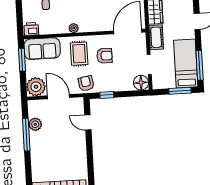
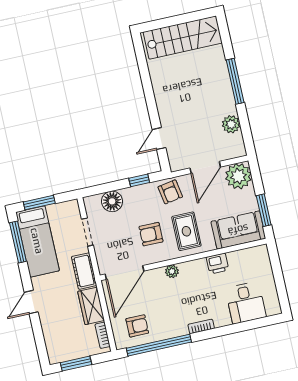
plant: (74, 28) -> (172, 271), moved
printer: (31, 29) -> (217, 264), moved
floor lamp: (141, 83) -> (112, 201), moved
door: (58, 97) -> (205, 167), hinge flipped
door: (88, 122) -> (159, 139), swing flipped
window: (26, 135) -> (235, 81), moved

